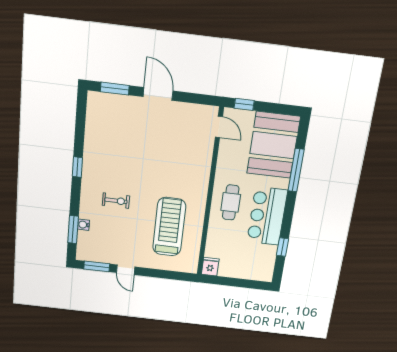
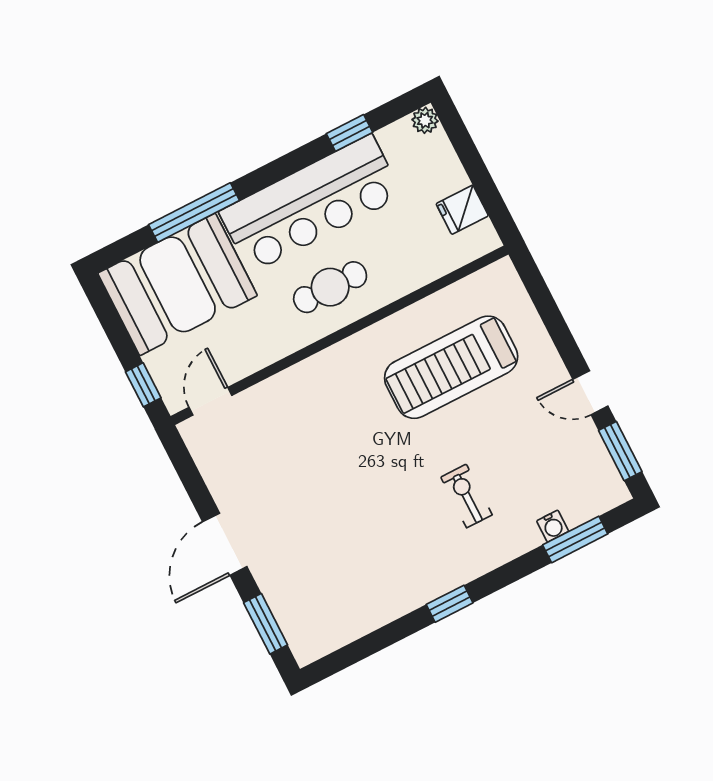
bar counter: (267, 216) -> (311, 204), width x1.36
fridge: (210, 267) -> (462, 210), moved
door: (126, 270) -> (590, 393), swing flipped
plant: (267, 276) -> (425, 120), added

